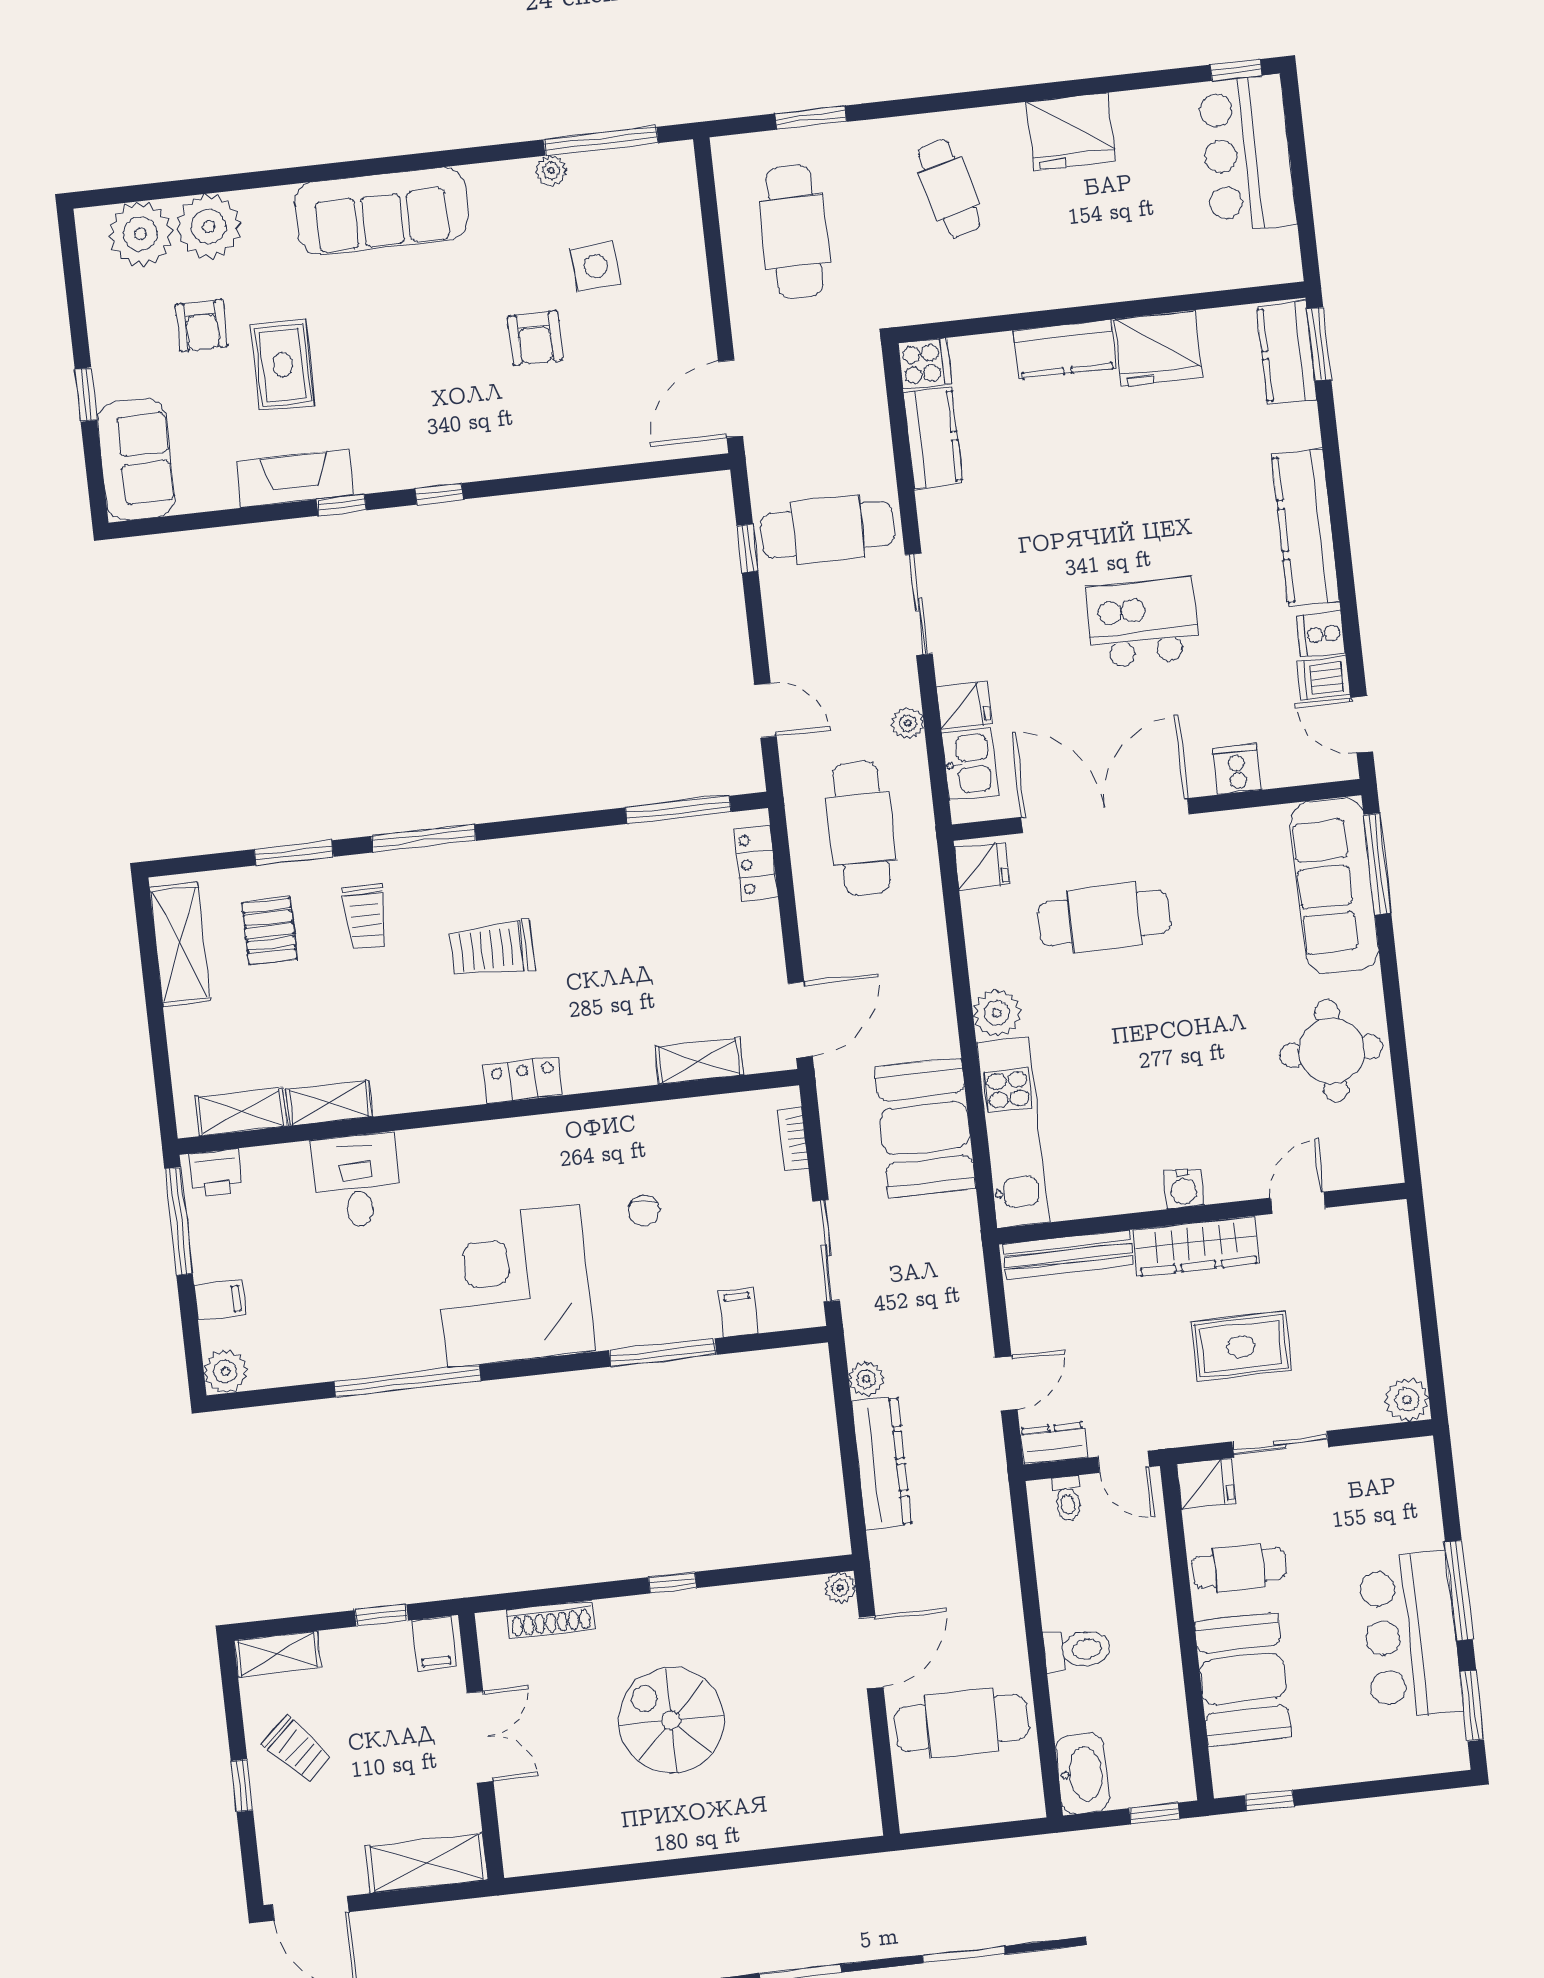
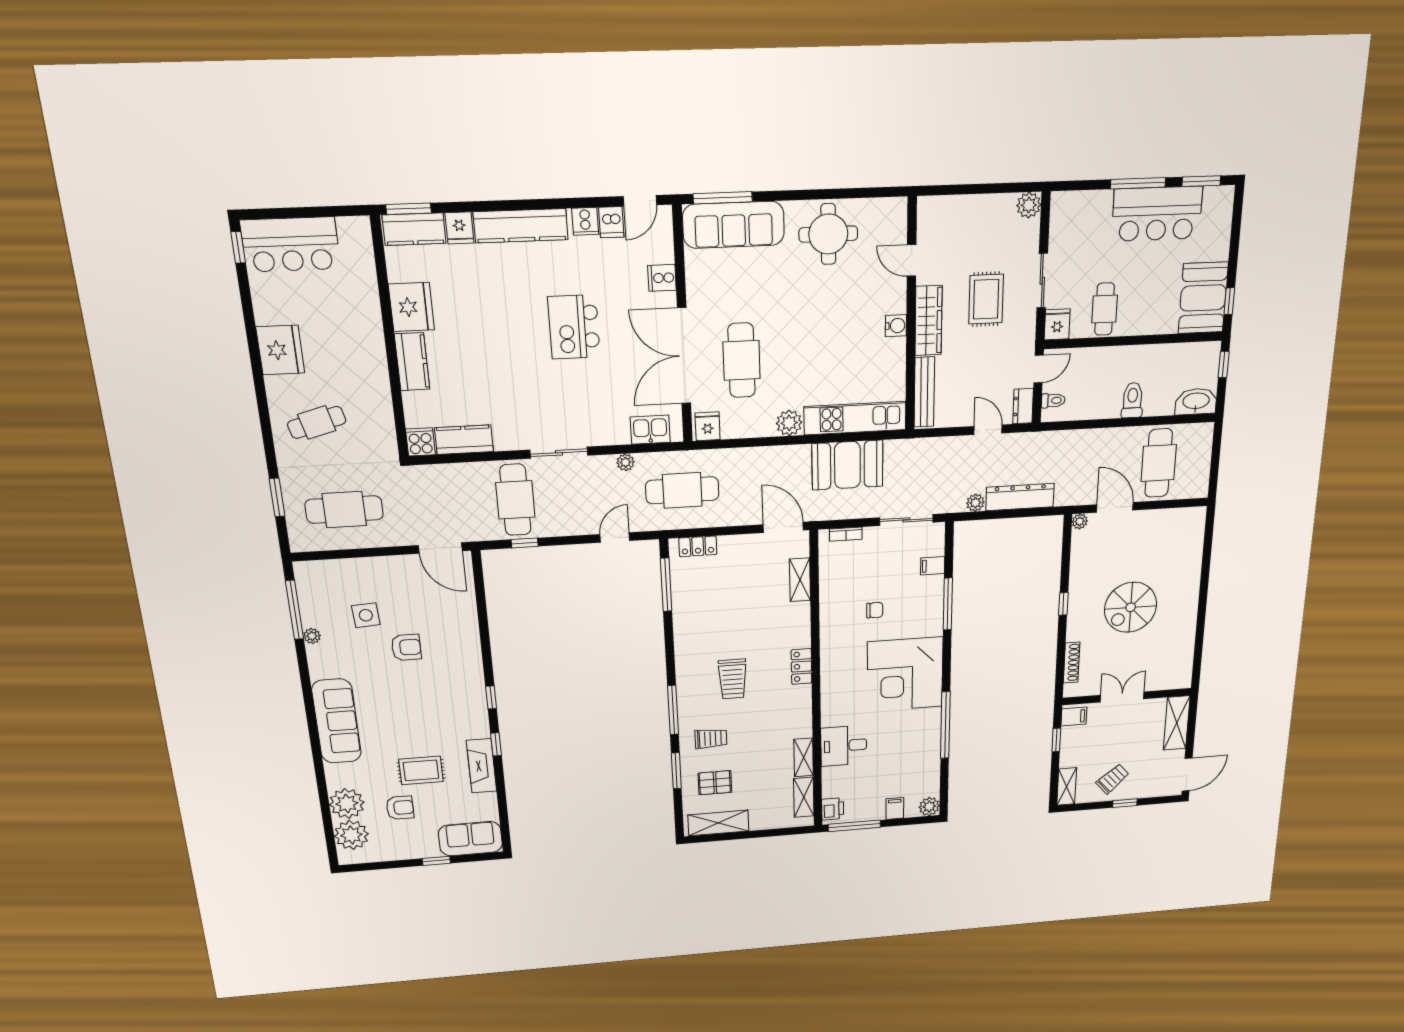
fridge: (964, 705) -> (459, 228), moved, turned 180
booth: (1243, 1679) -> (1203, 298), moved, turned 90

